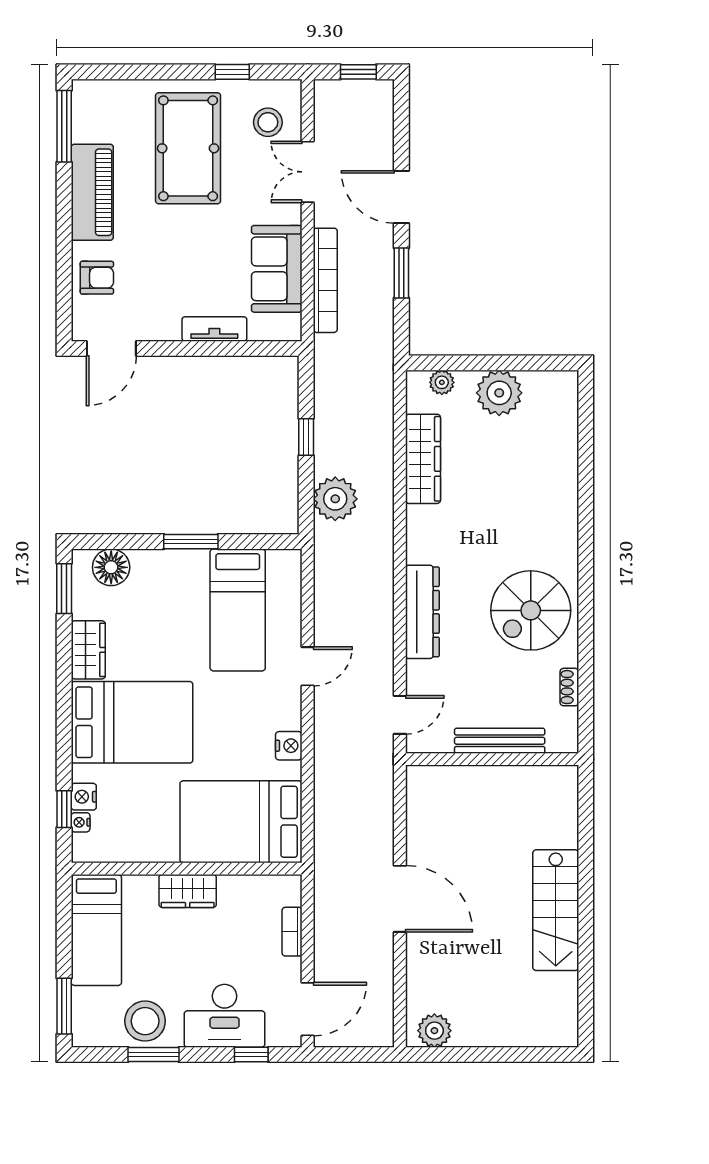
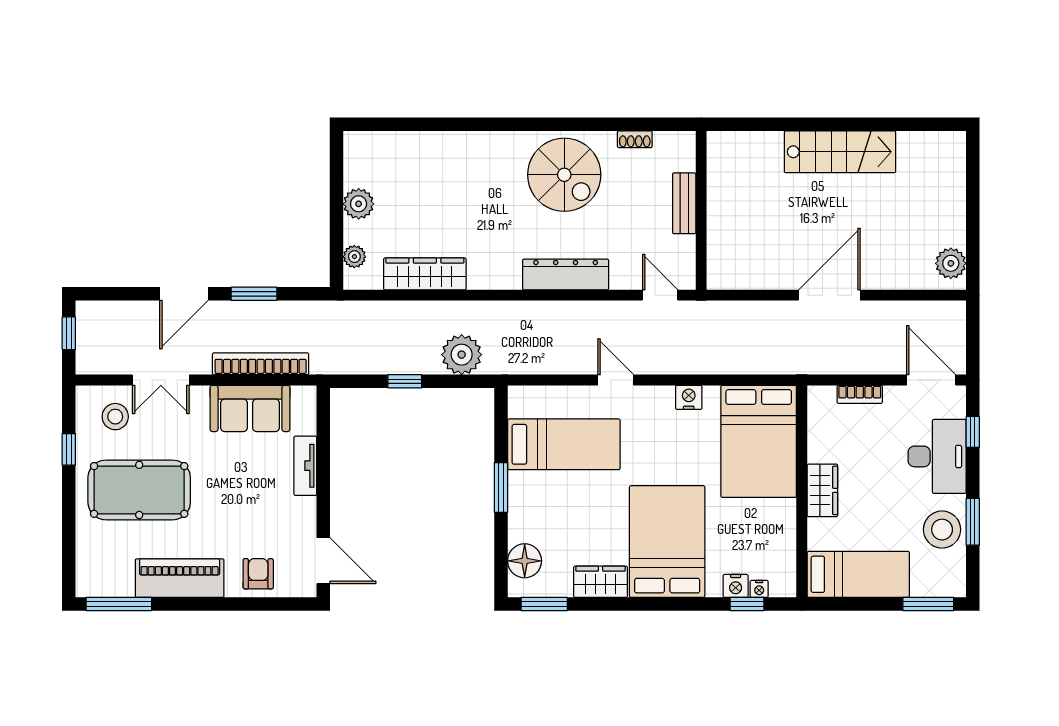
plant: (499, 393) -> (359, 204), width x0.73, depth x0.73
bench: (500, 741) -> (684, 203), width x0.73

